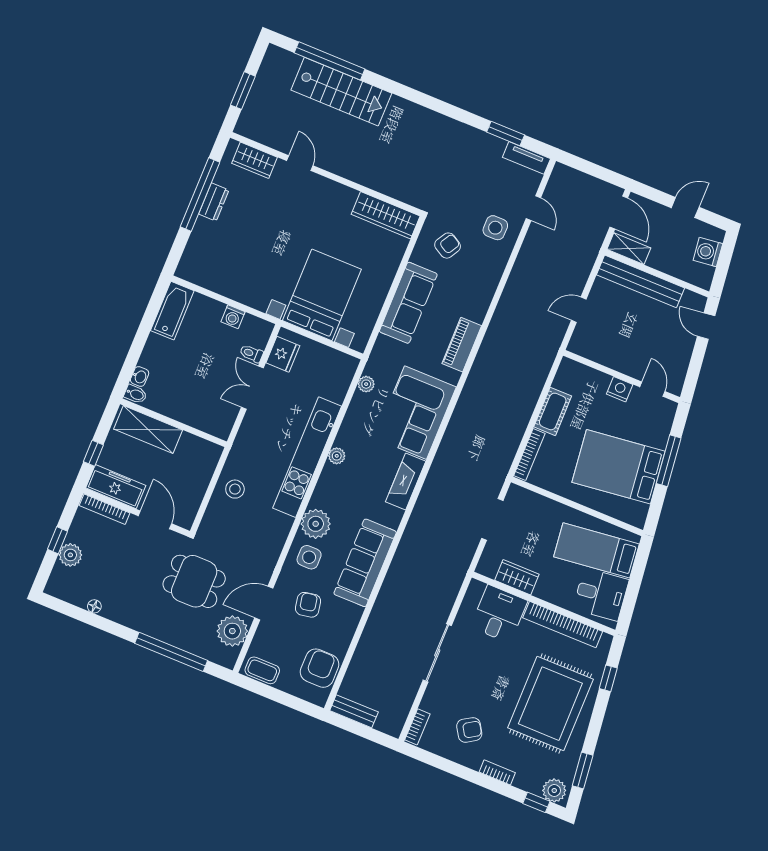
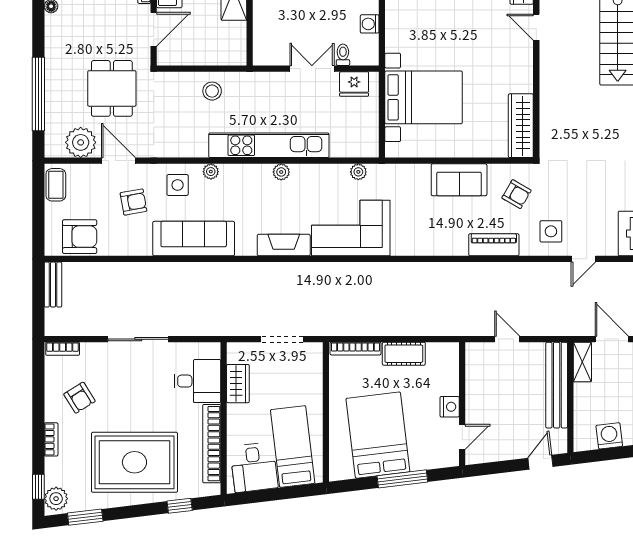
door: (300, 163) -> (536, 27), swing flipped
door: (619, 213) -> (612, 339), swing flipped
sofa: (408, 303) -> (459, 180), width x0.73
piano: (462, 345) -> (494, 245), moved
plant: (316, 524) -> (211, 172), width x0.53, depth x0.53

